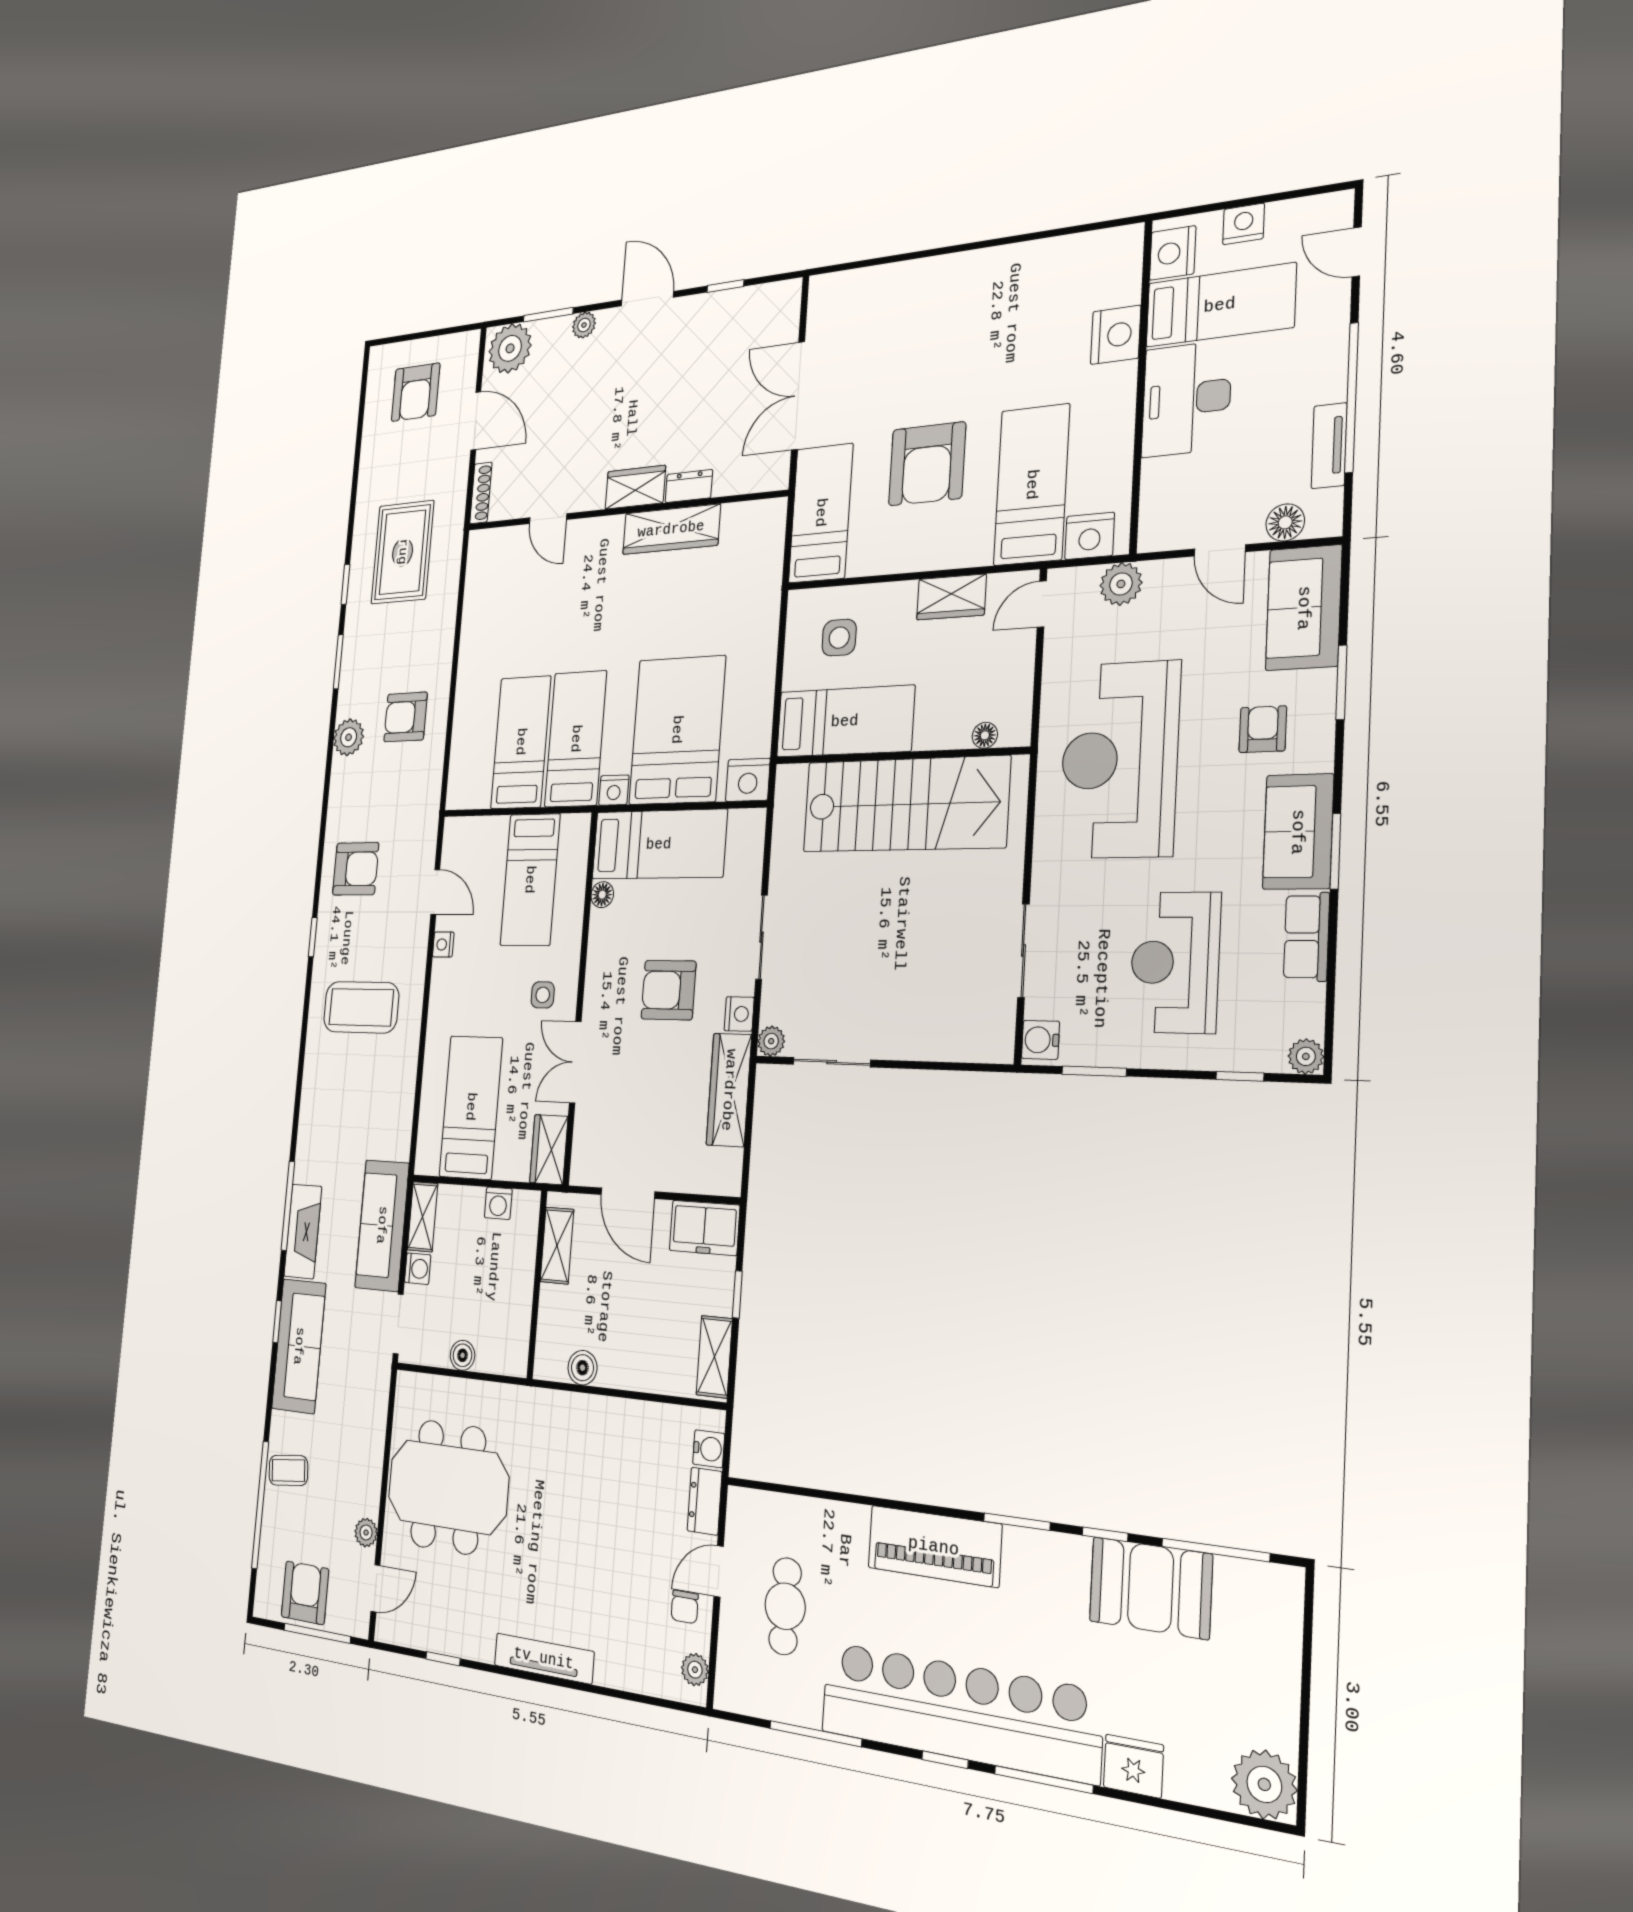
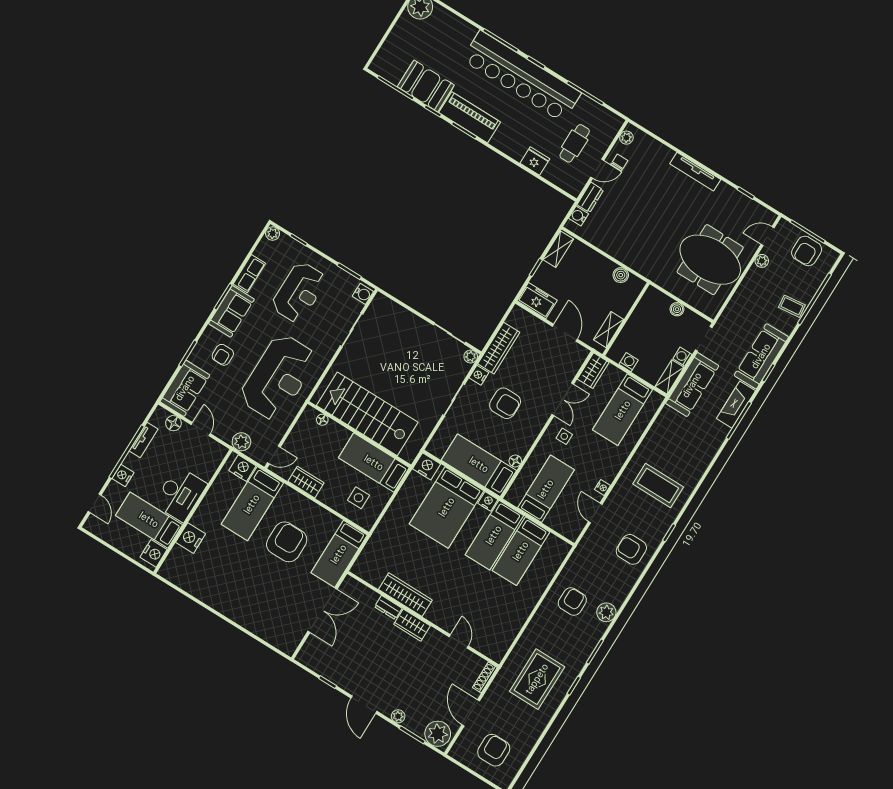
nightstand: (1244, 224) -> (123, 475), moved, turned 90
armchair: (406, 717) -> (572, 602), turned -90
piano: (934, 1546) -> (470, 117), moved
fridge: (1133, 1766) -> (535, 161), moved, turned 180

